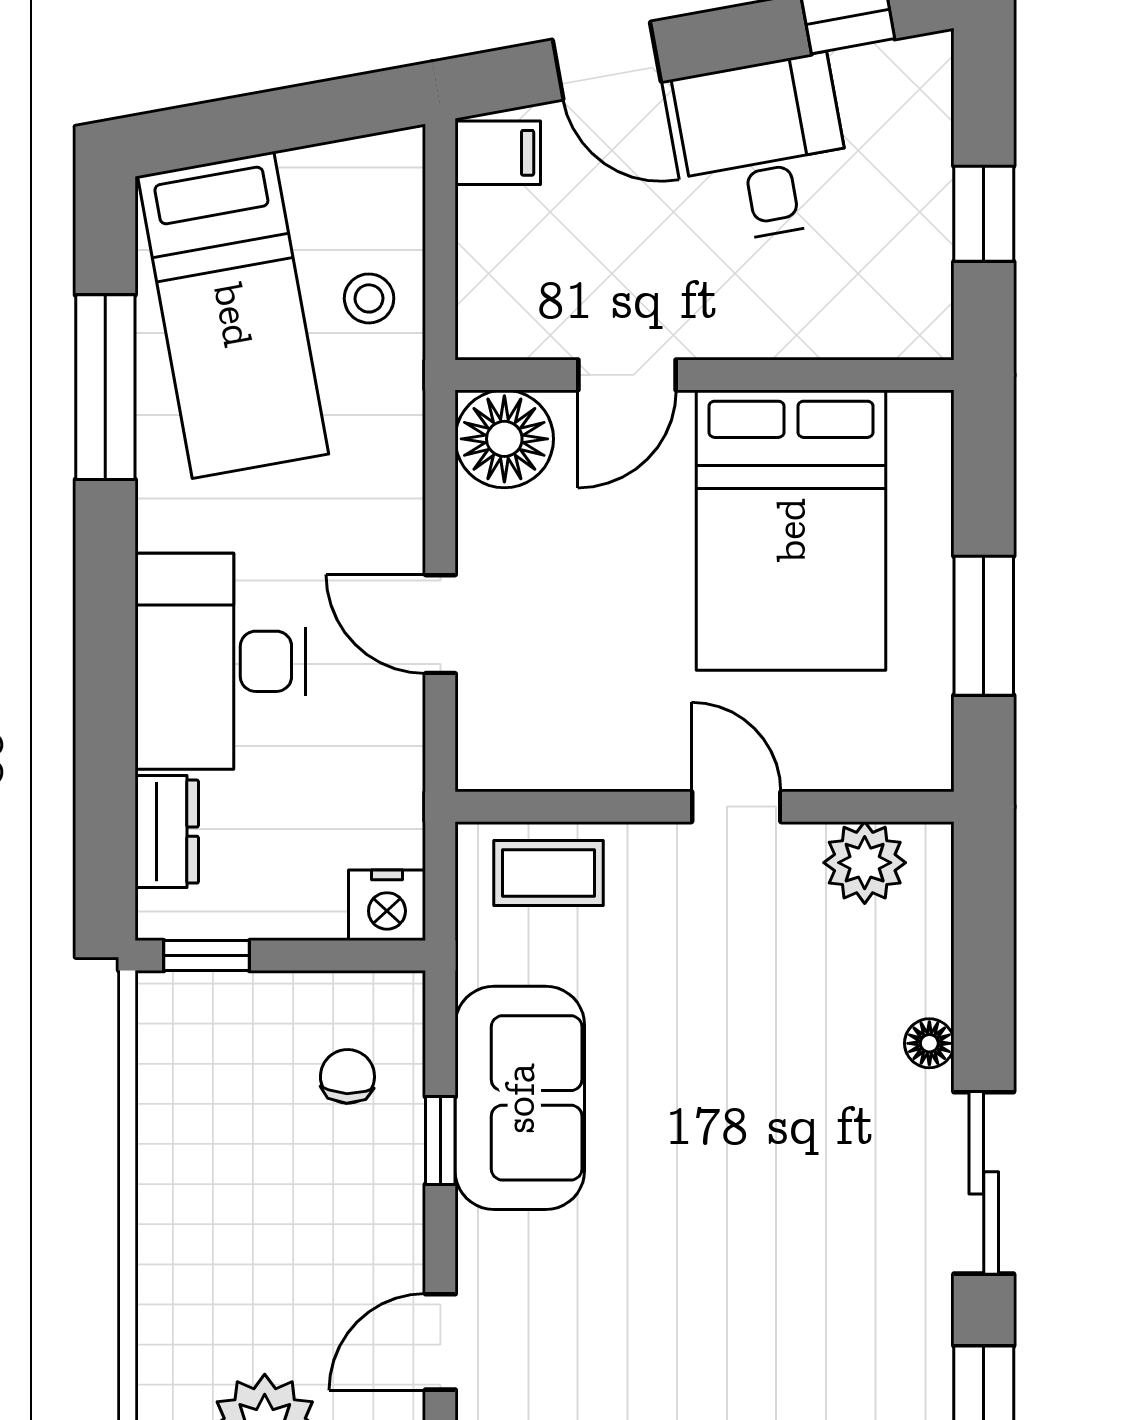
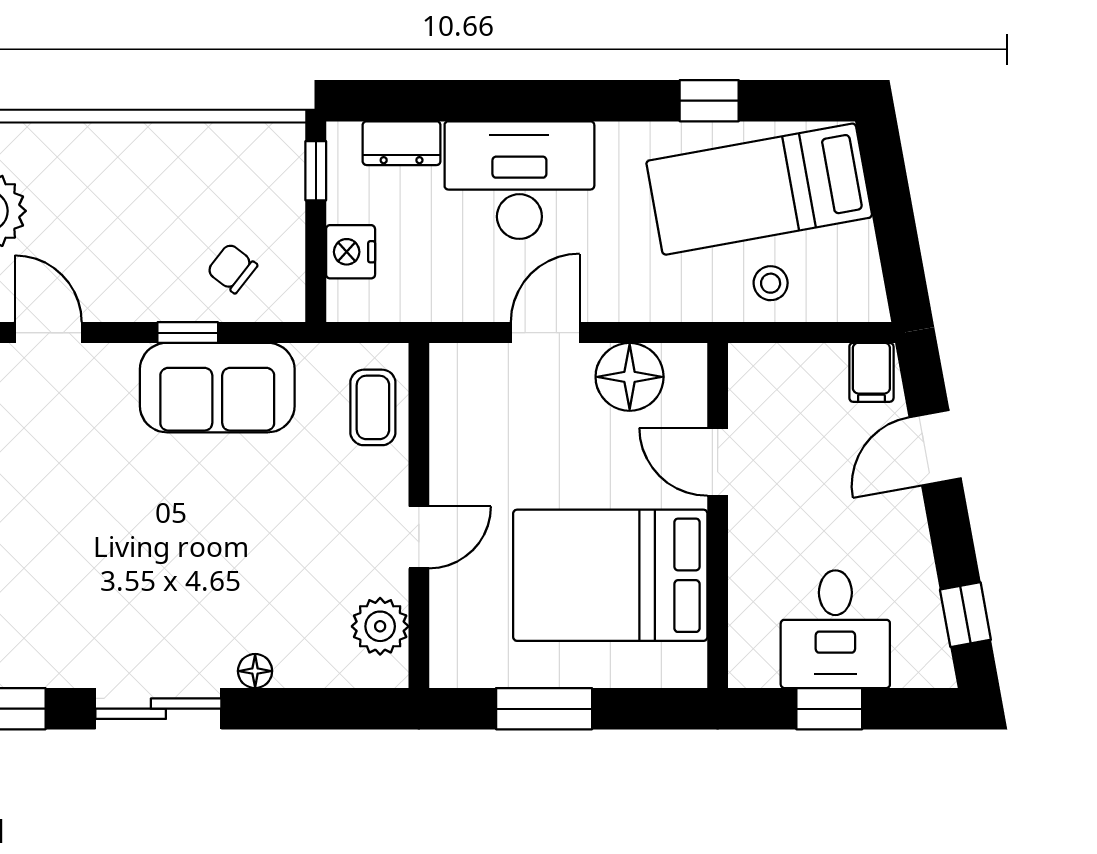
desk: (764, 149) -> (835, 629), moved, turned 100
window: (105, 387) -> (709, 101), width x0.46
floor lamp: (504, 439) -> (630, 377), moved
nightstand: (387, 905) -> (351, 252), moved
chair: (347, 1076) -> (232, 268), turned -144

